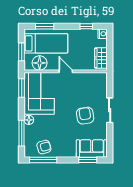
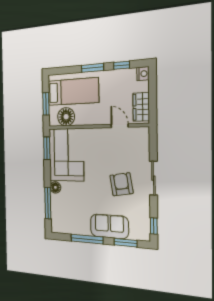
window: (45, 26) -> (92, 68), moved
door: (66, 71) -> (120, 126), moved
window: (110, 146) -> (154, 226), added
armchair: (44, 147) -> (73, 222), removed
sofa: (92, 149) -> (109, 226), moved
window: (43, 160) -> (87, 239), moved

